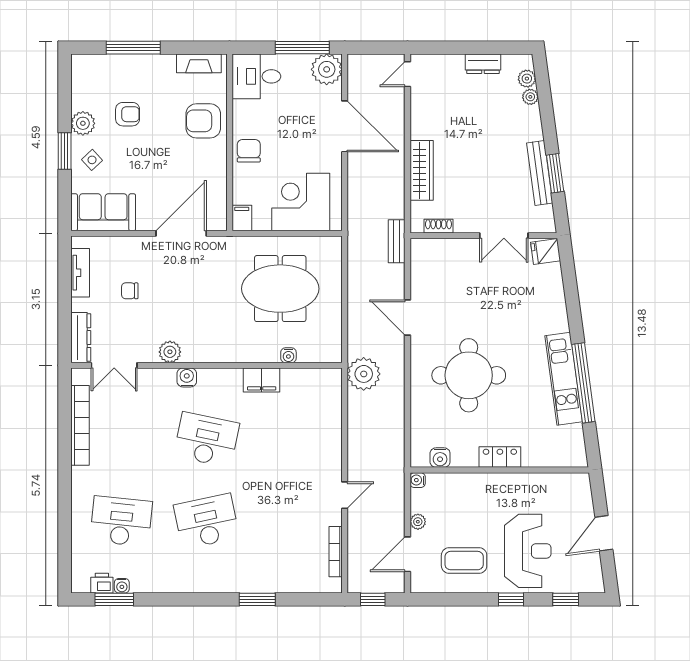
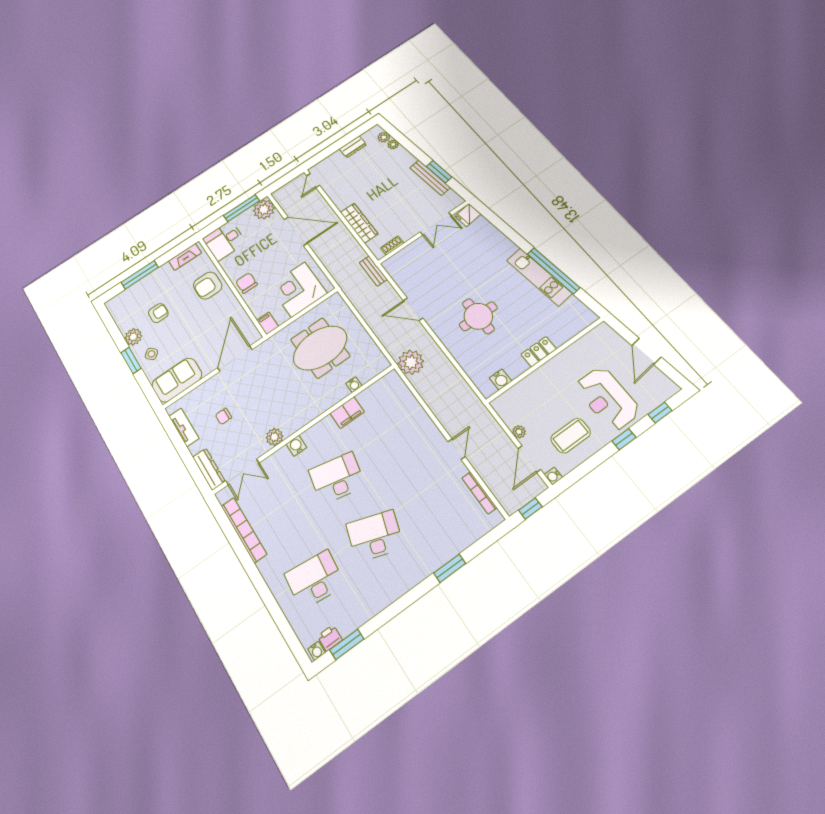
round table: (469, 375) -> (478, 316), width x0.73, depth x0.73
water cooler: (418, 480) -> (553, 476), moved
desk: (207, 521) -> (375, 536), turned 30
reception desk: (528, 551) -> (607, 398), turned 180
water cooler: (122, 586) -> (316, 651), moved

